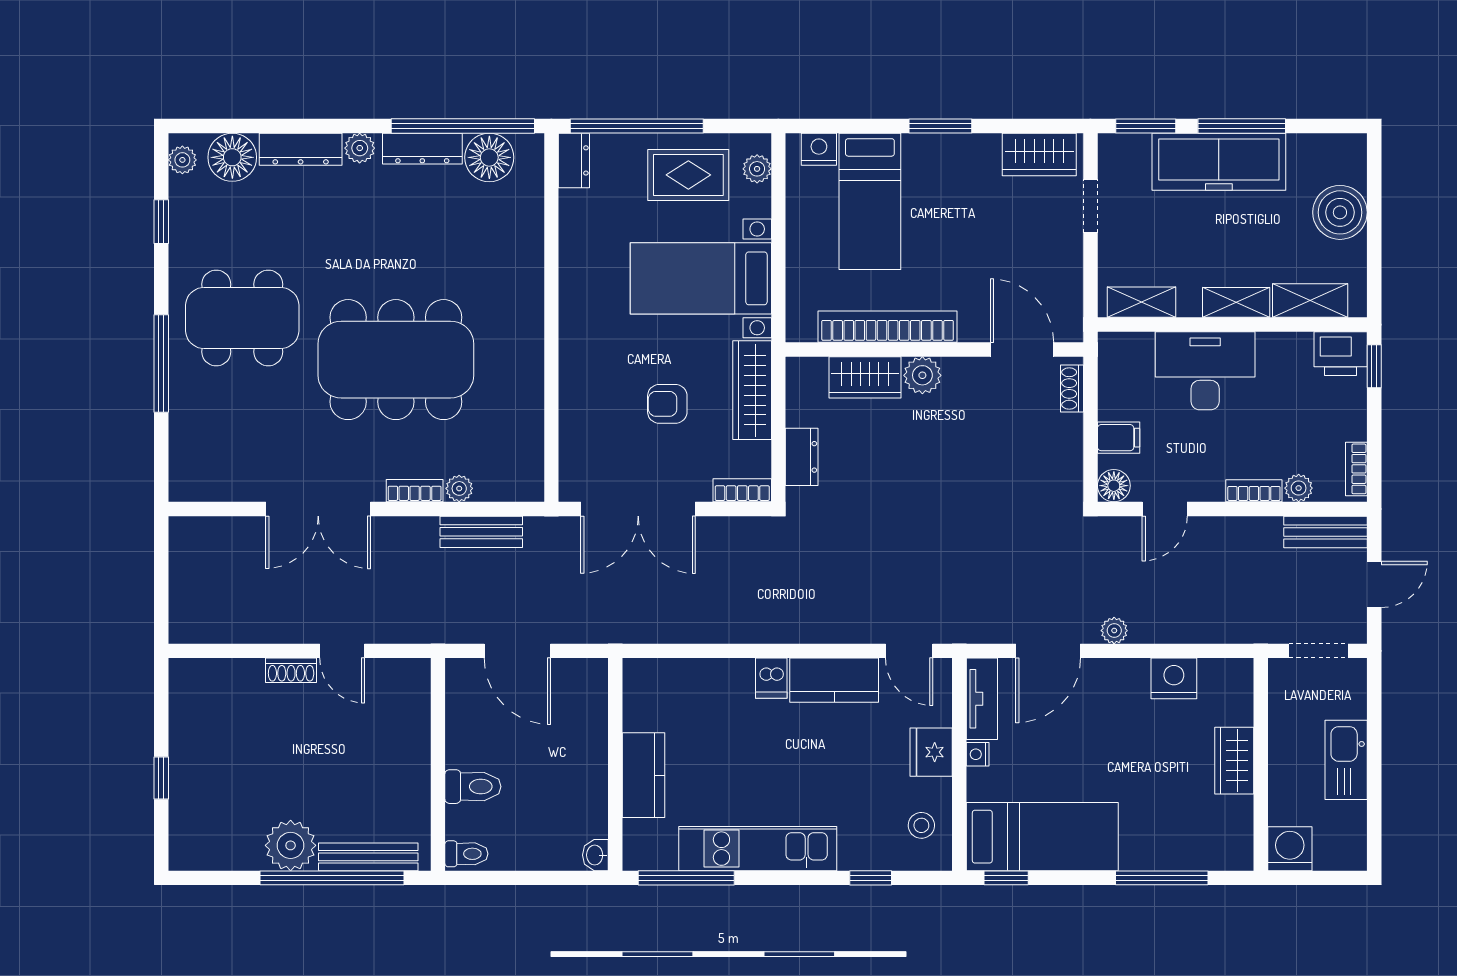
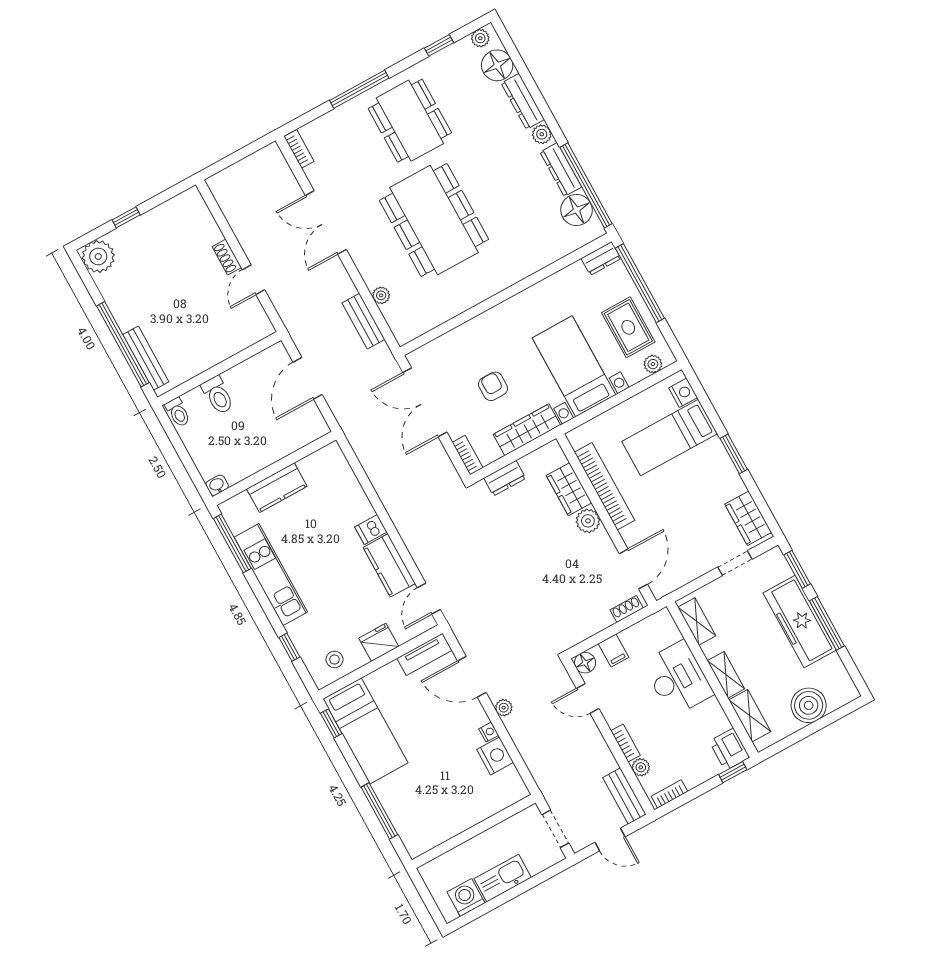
bookcase: (415, 491) -> (299, 149), moved
nightstand: (978, 754) -> (489, 732), moved, turned 90
wardrobe: (1234, 761) -> (468, 815), removed
plant: (291, 845) -> (98, 256), moved
washing machine: (1290, 849) -> (466, 897), moved, turned -90

